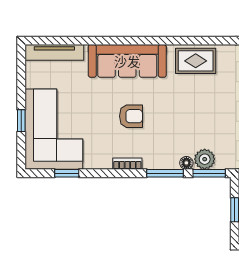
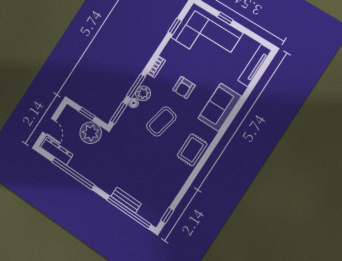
sofa: (127, 61) -> (220, 107), width x0.73
coffee table: (187, 117) -> (161, 121), added
plant: (205, 159) -> (143, 93), moved

